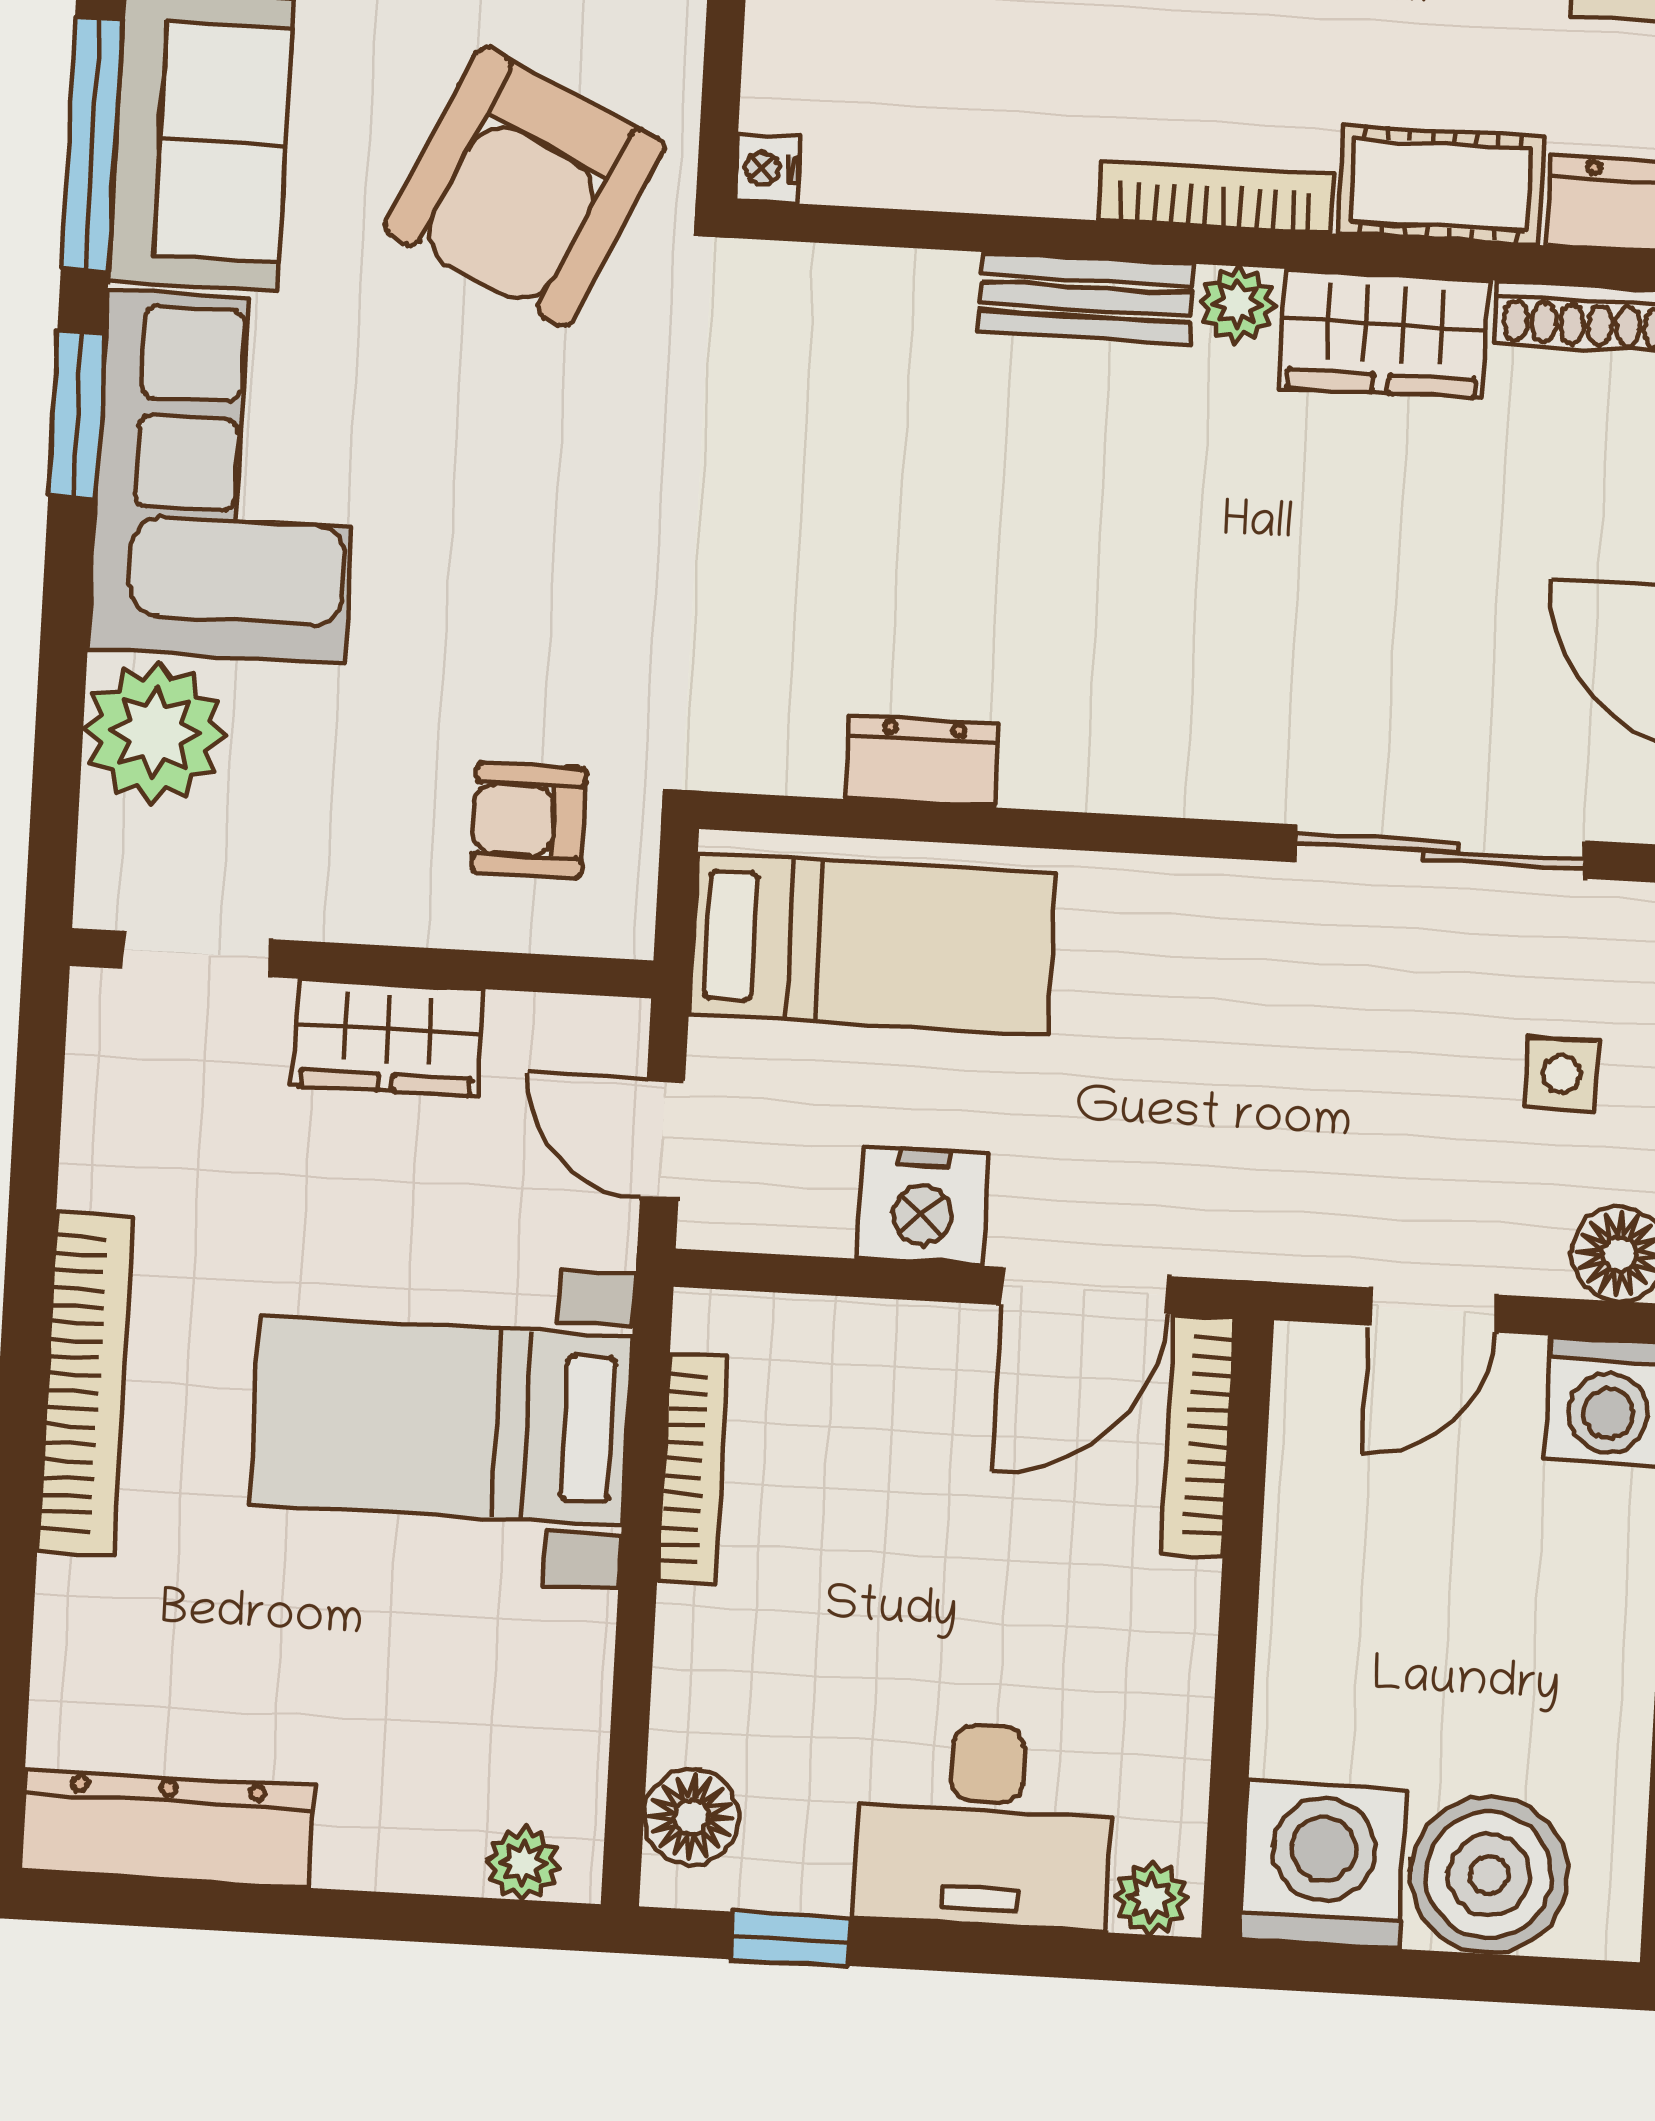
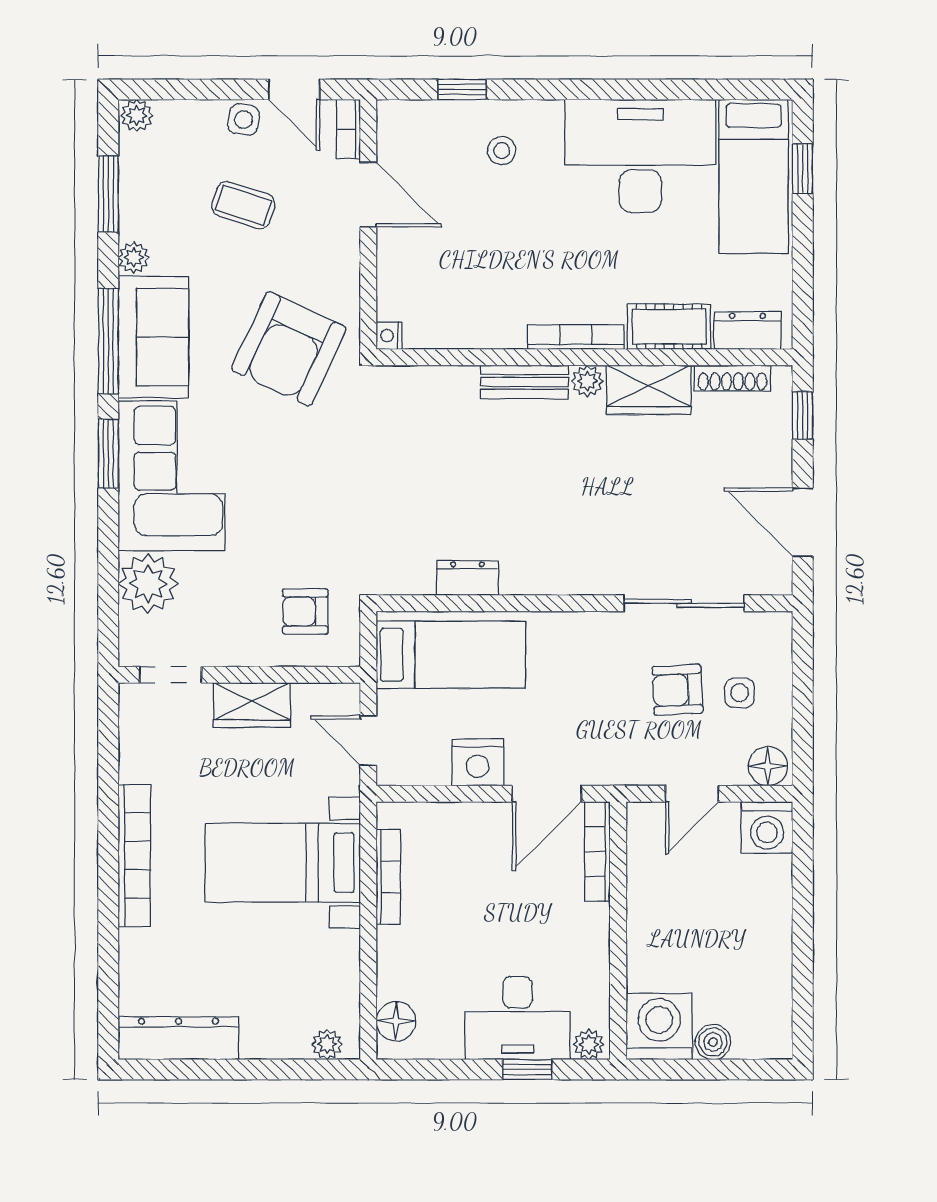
armchair: (1412, 1058) -> (677, 690), added
boiler: (1489, 1875) -> (713, 1042), width x0.54, depth x0.54
window: (790, 1939) -> (527, 1069), moved

